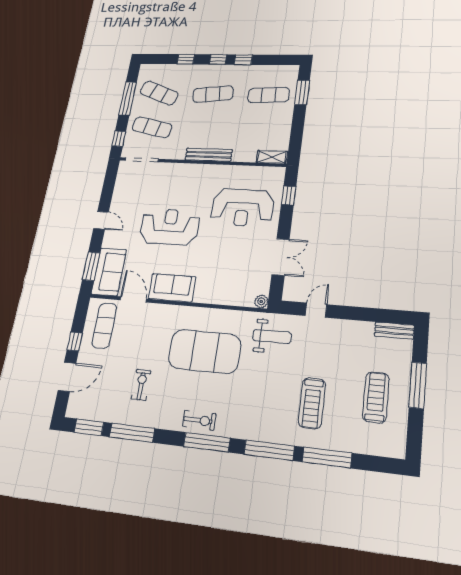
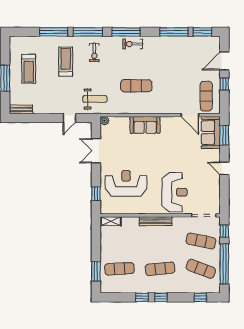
window: (186, 59) -> (200, 297), moved
window: (128, 98) -> (224, 264), width x1.46
reception desk: (170, 227) -> (175, 192), moved, turned -90
sofa: (172, 288) -> (145, 125), moved
weight bench: (272, 337) -> (95, 99), turned 180
exercise mat: (205, 351) -> (136, 86), width x0.50, depth x0.69
exercise bike: (141, 385) -> (94, 52), moved

